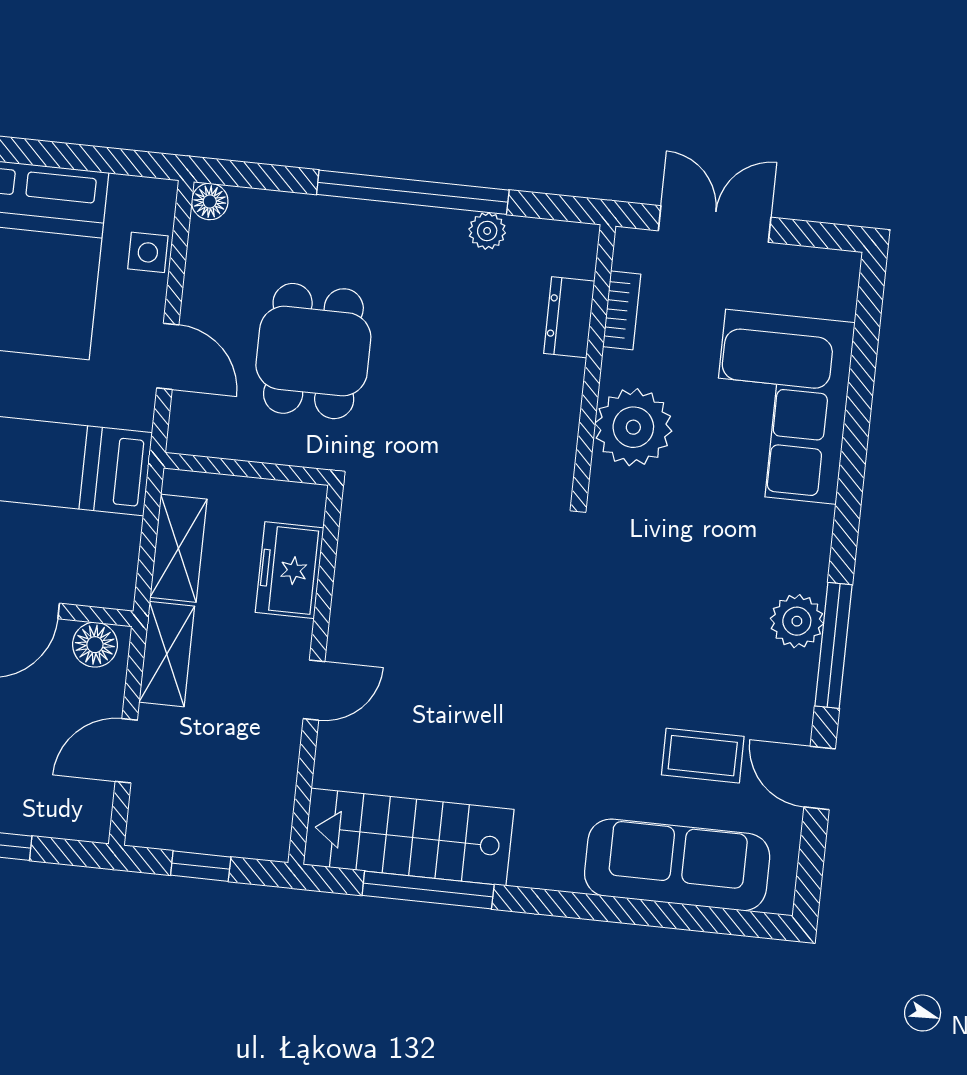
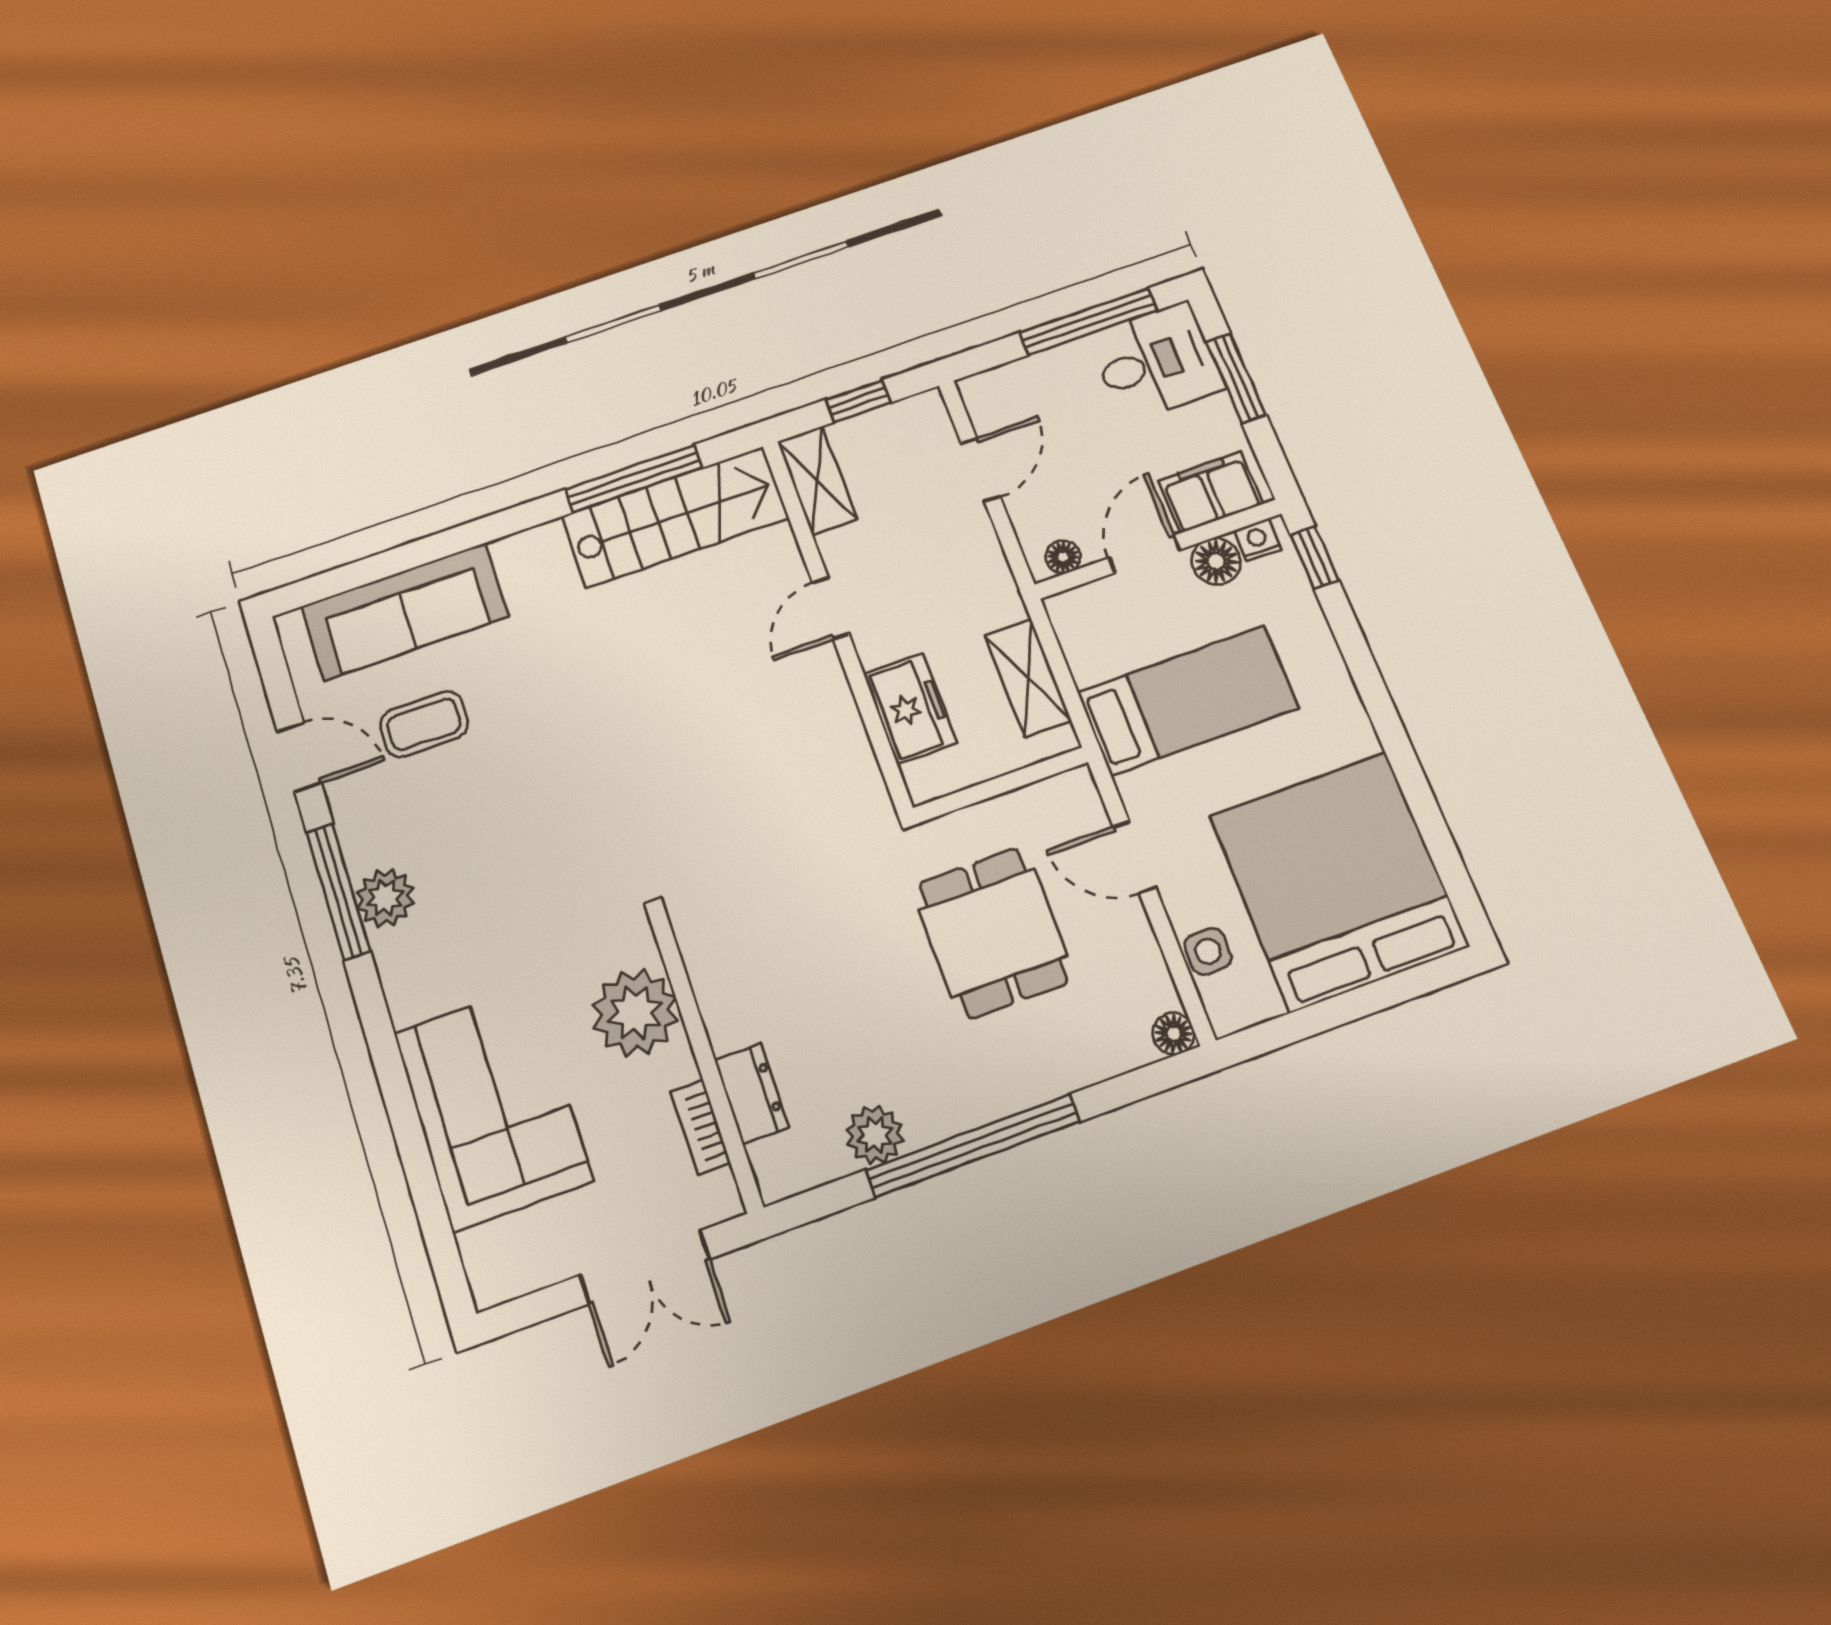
plant: (487, 231) -> (875, 1135), width x1.38, depth x1.38
floor lamp: (95, 645) -> (1063, 557), width x0.73, depth x0.73
shelving: (167, 654) -> (817, 481), moved

